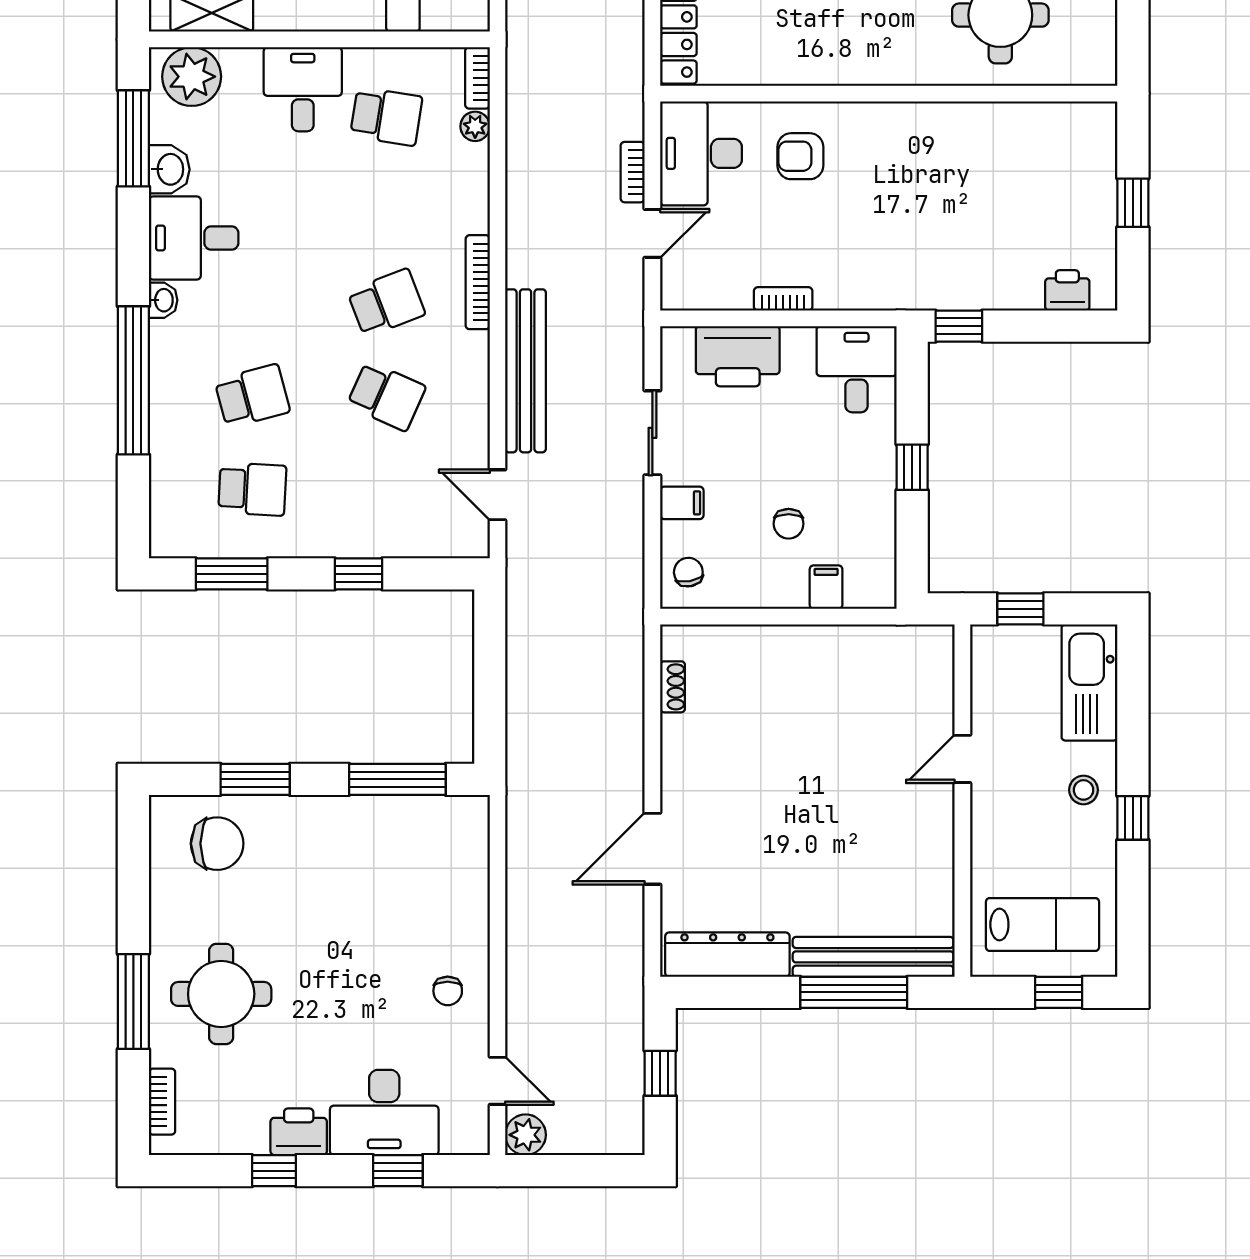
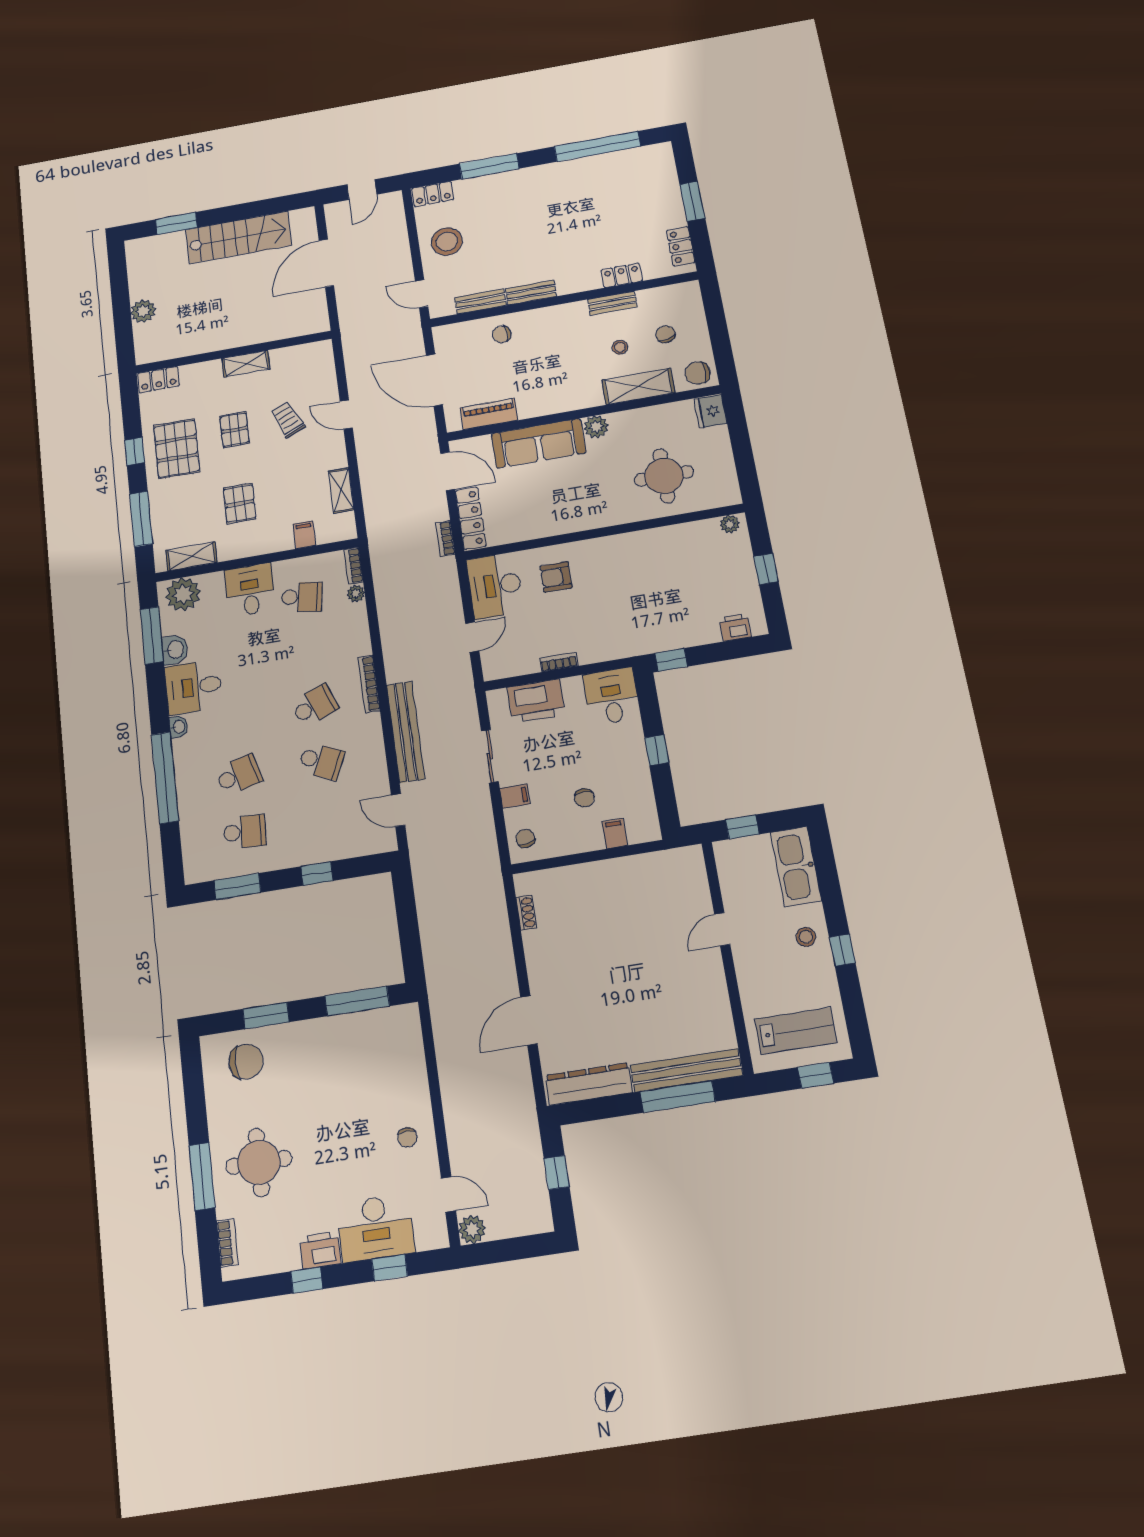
plant: (1090, 117) -> (730, 524), added
bookcase: (633, 172) -> (446, 539), moved

